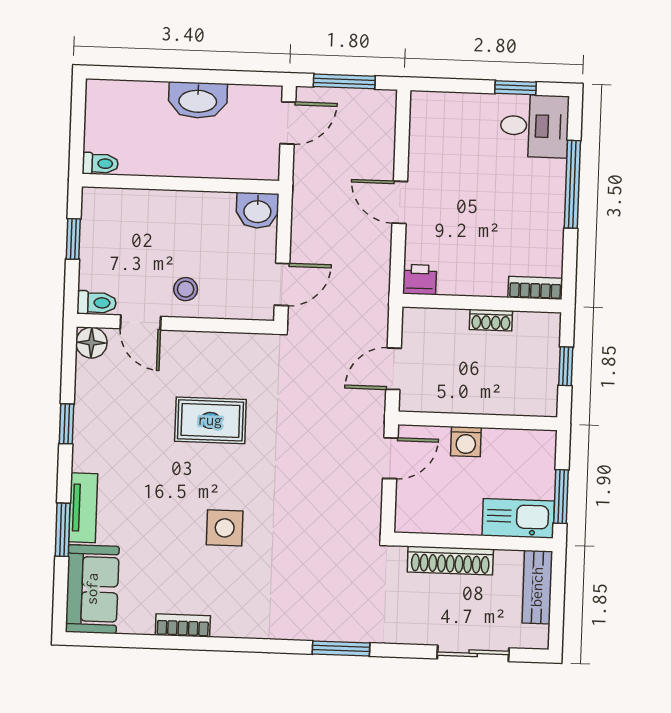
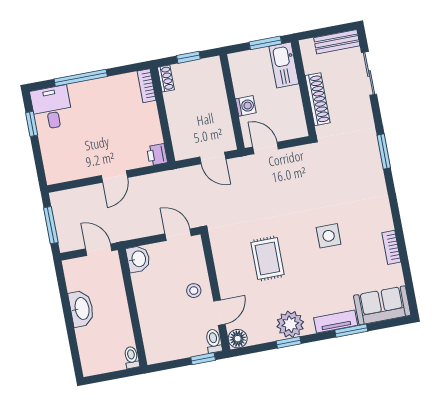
door: (288, 123) -> (99, 250), moved
window: (73, 239) -> (203, 359), moved
shoe rack: (491, 320) -> (166, 78), moved
plant: (95, 433) -> (290, 324), added
bench: (537, 587) -> (337, 42), moved

